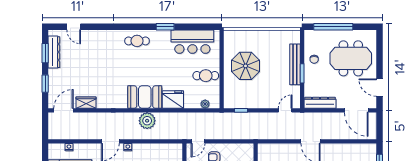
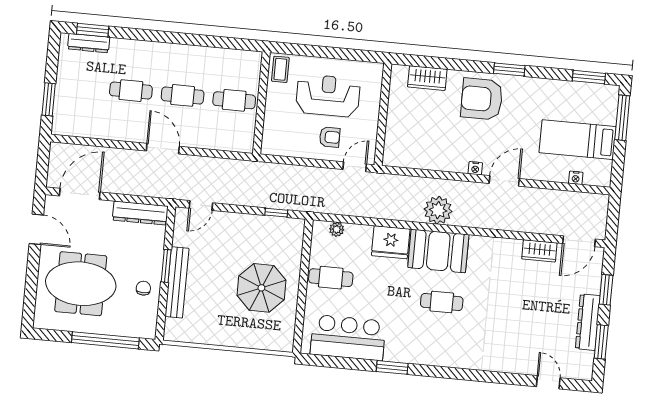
cafe table: (137, 41) -> (442, 302), moved
dresser: (54, 52) -> (588, 322), moved
door: (356, 110) -> (80, 194), hinge flipped

